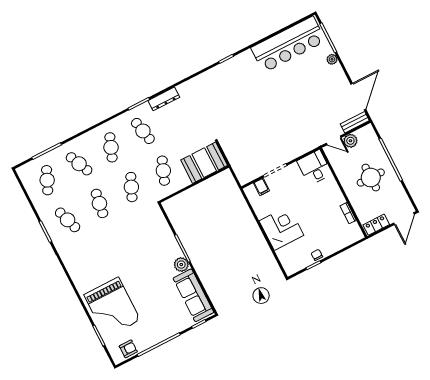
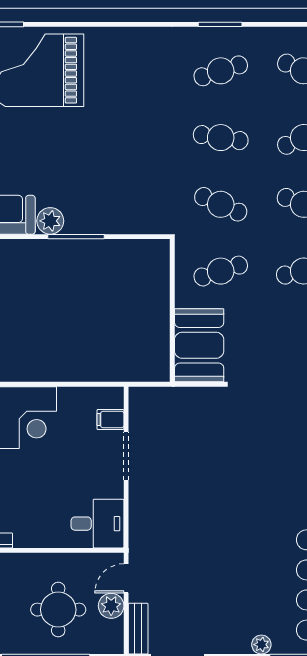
cafe table: (163, 171) -> (221, 271), turned -39
round table: (371, 178) -> (58, 610), moved

